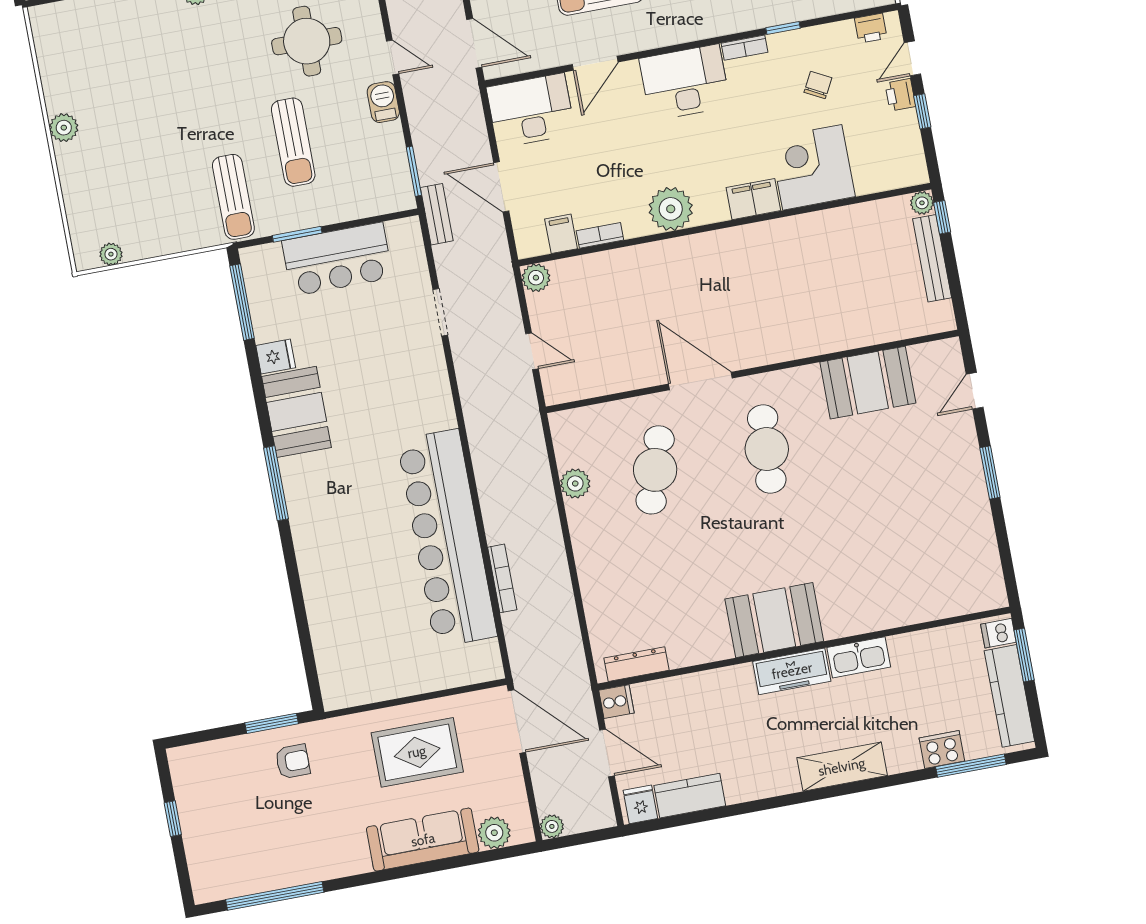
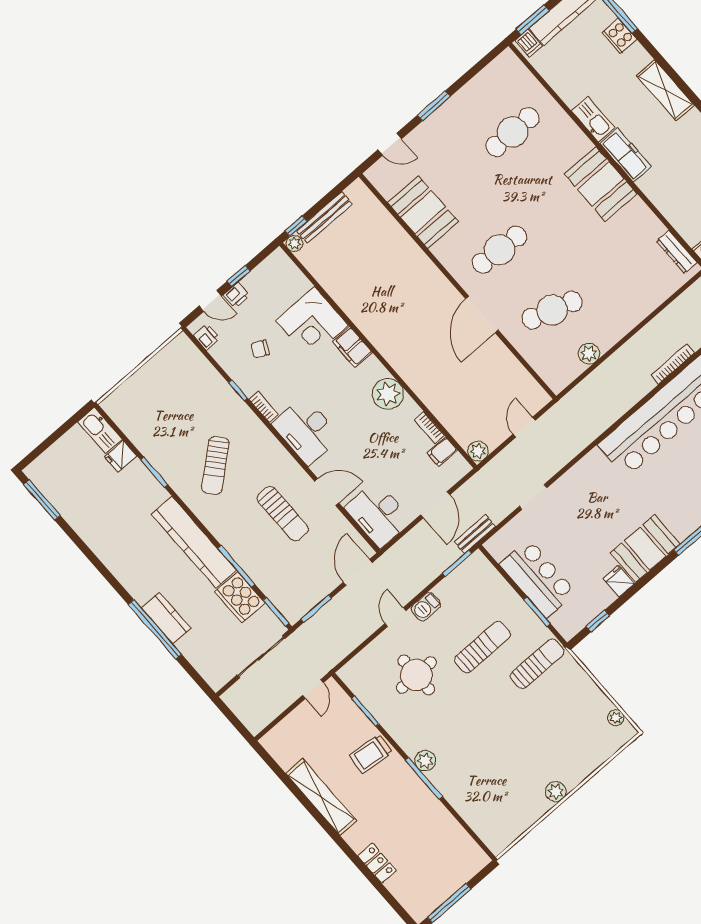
window: (242, 302) -> (598, 621), width x0.46
cafe table: (901, 550) -> (513, 132), added

